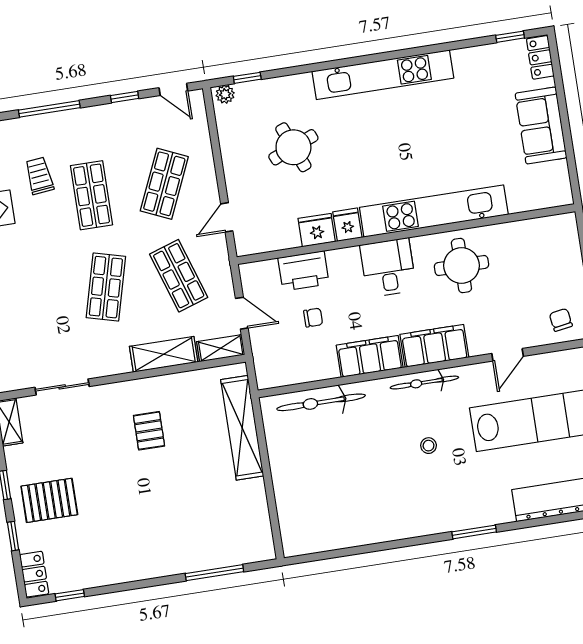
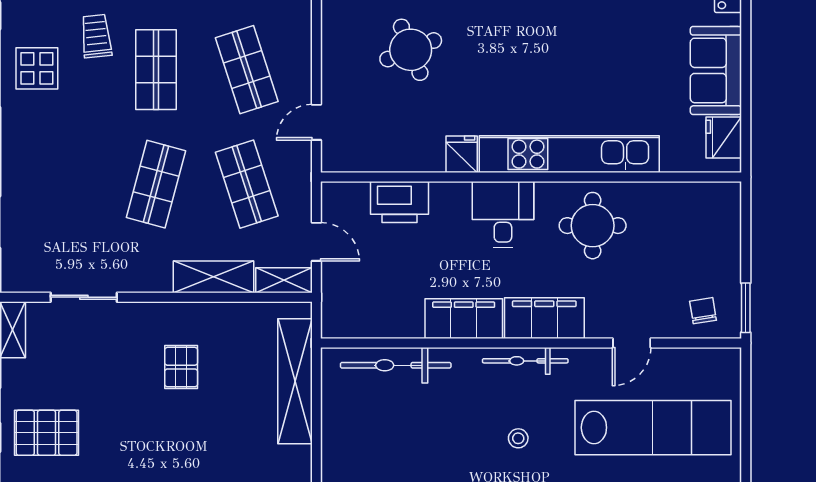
shop shelf: (164, 184) -> (247, 70), turned -42
fridge: (317, 230) -> (724, 137), moved, turned -90
chair: (313, 318) -> (402, 261), removed

